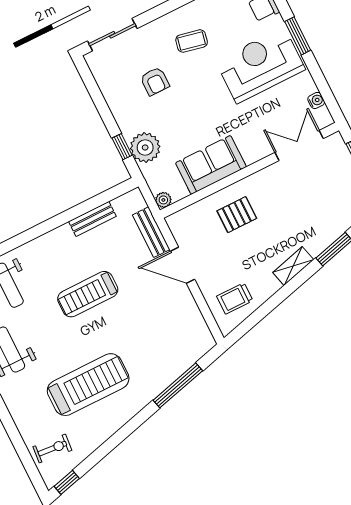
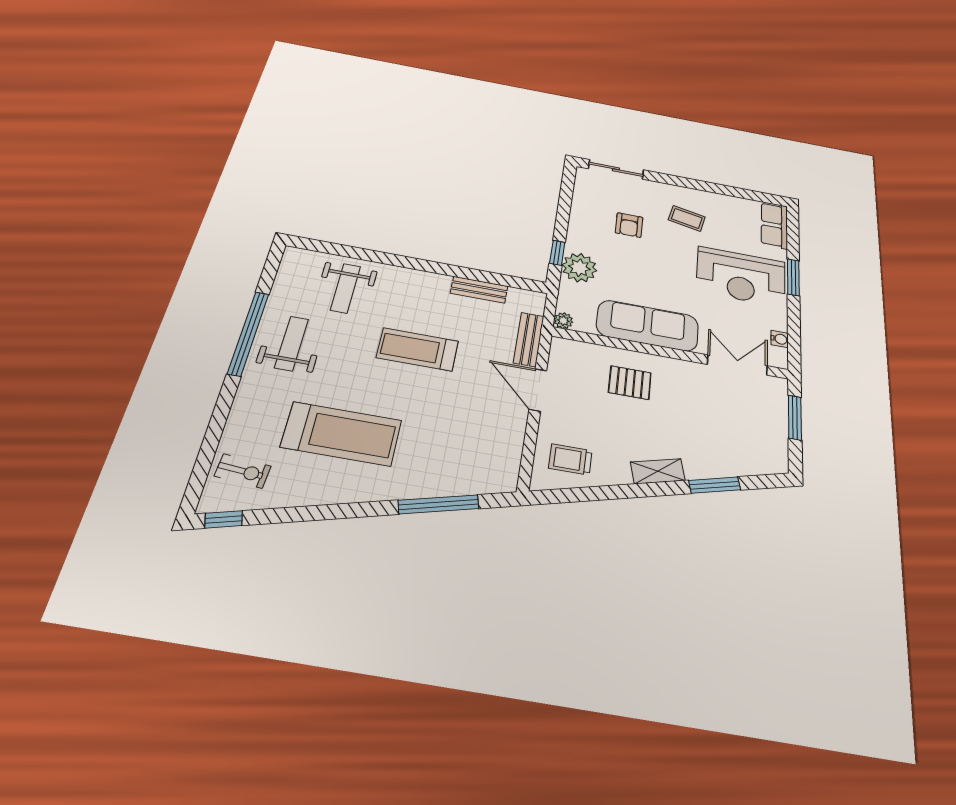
reception desk: (260, 65) -> (741, 277), turned 180
sofa: (211, 165) -> (648, 326), width x1.36

